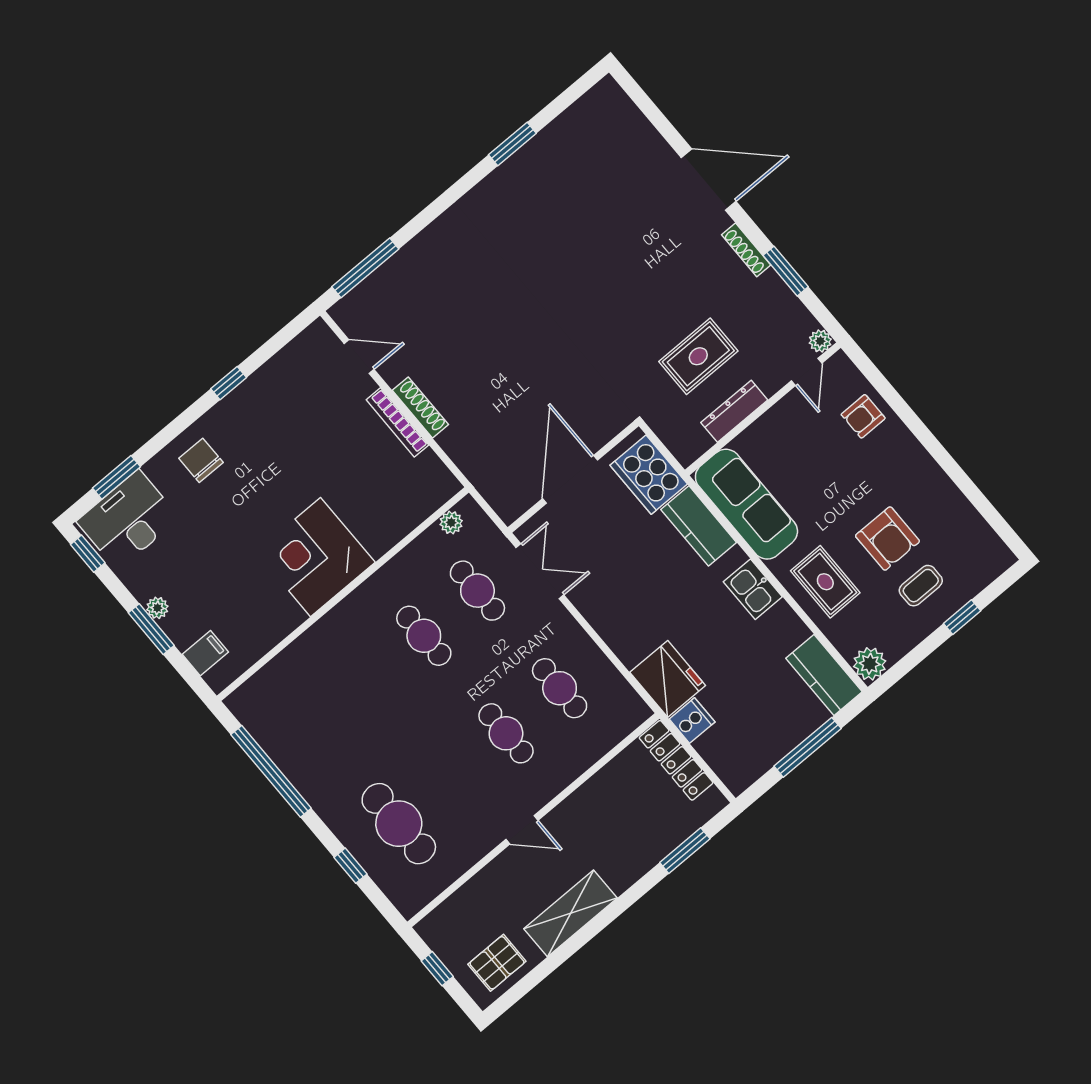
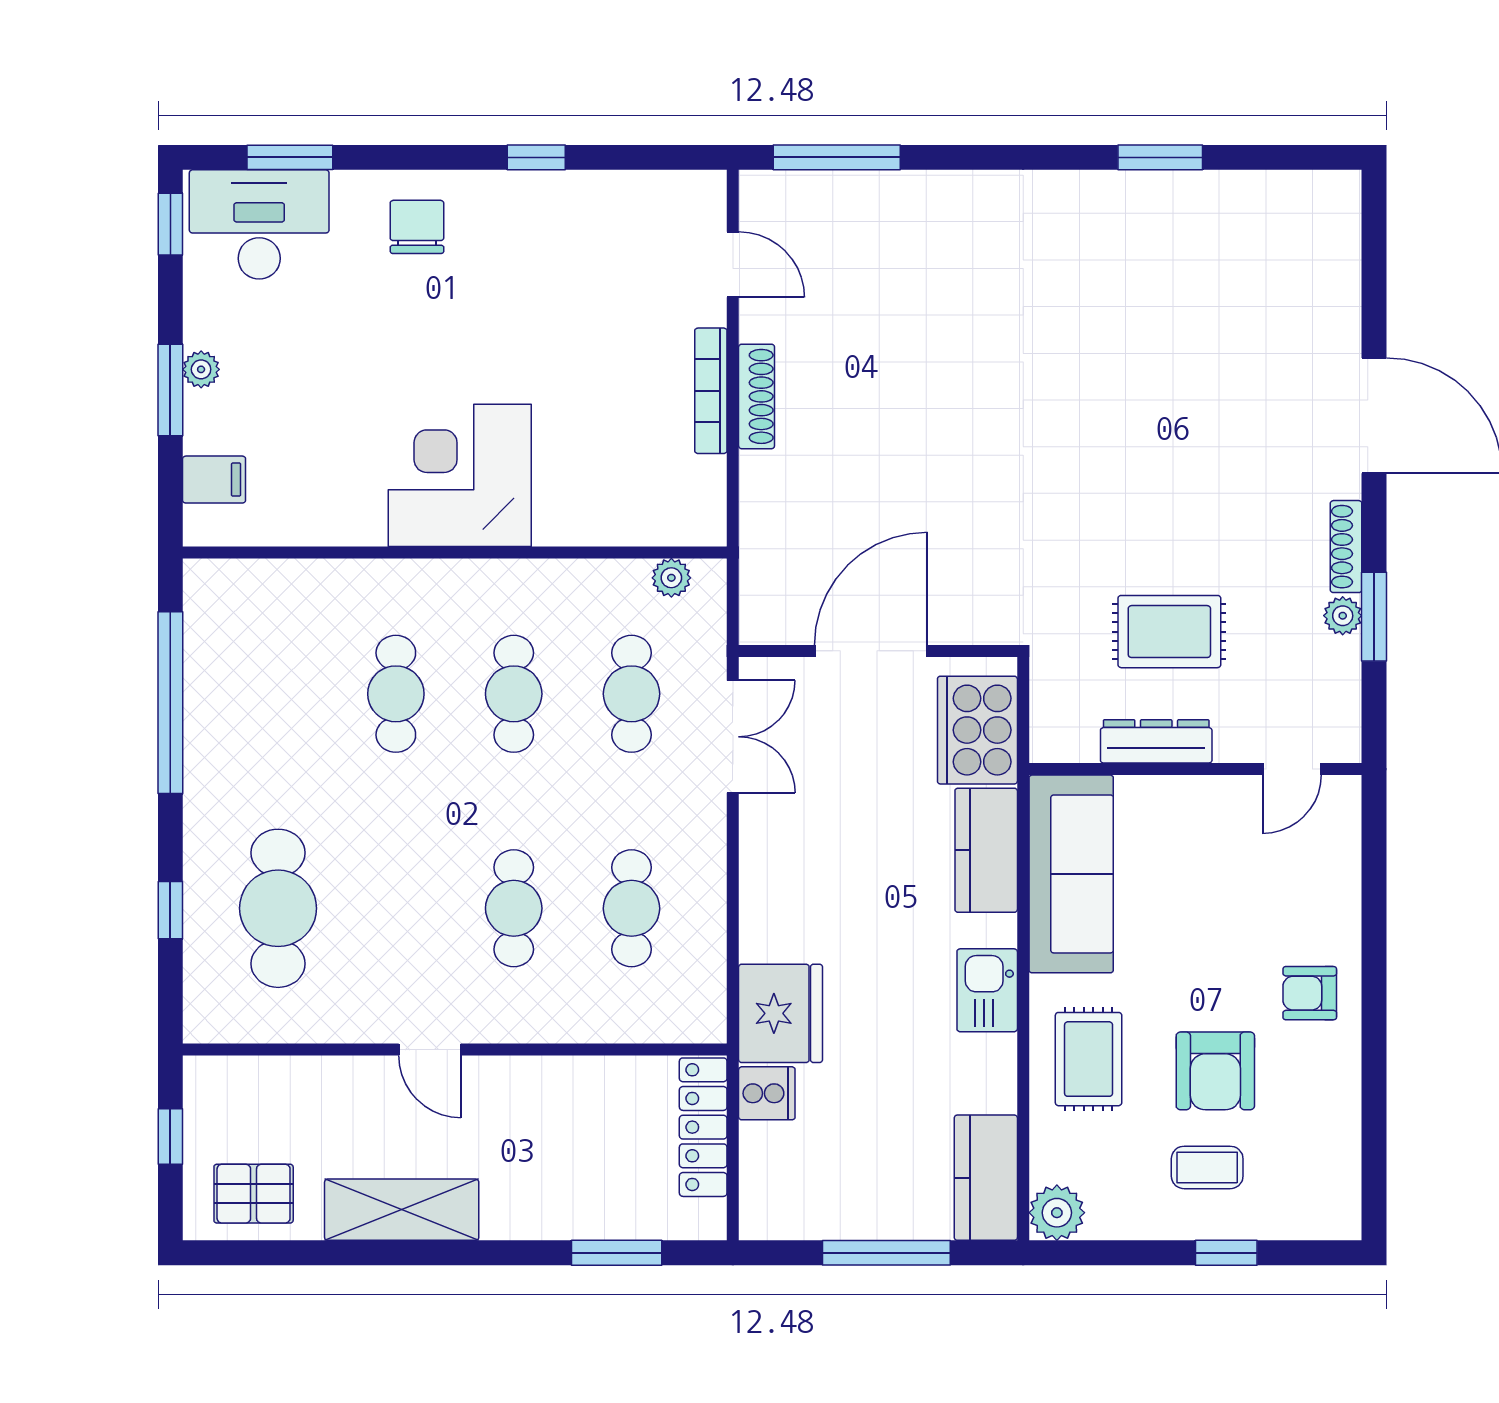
plant: (820, 341) -> (1343, 616), moved
armchair: (863, 416) -> (1310, 993), moved
cafe table: (370, 681) -> (396, 694), added

